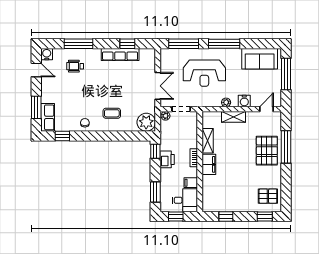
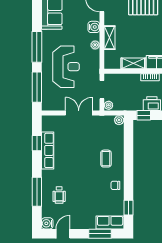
plant: (146, 122) -> (119, 120), width x0.53, depth x0.53

